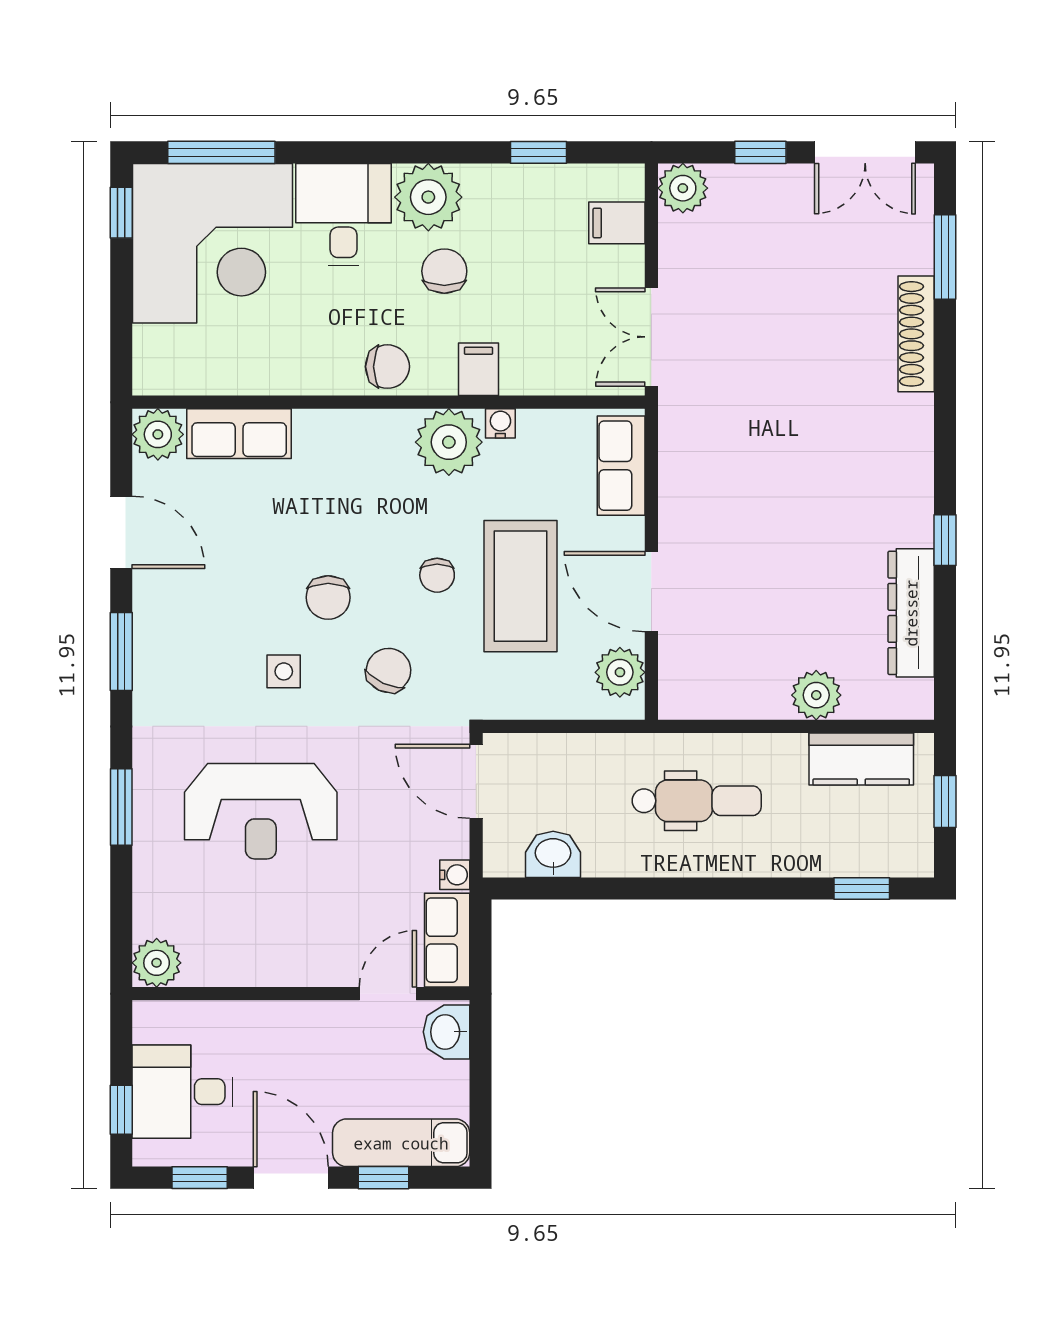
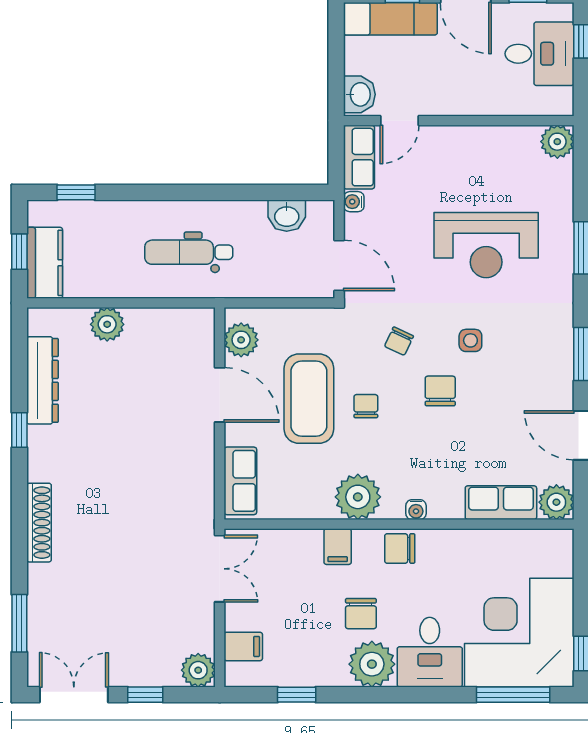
shoe rack: (916, 334) -> (39, 523), moved
water cooler: (500, 423) -> (416, 510), moved
chair: (389, 670) -> (399, 341), width x0.73, depth x0.73
kitchen counter: (861, 759) -> (45, 263), moved, turned 90
reception desk: (261, 811) -> (486, 245), turned 180

